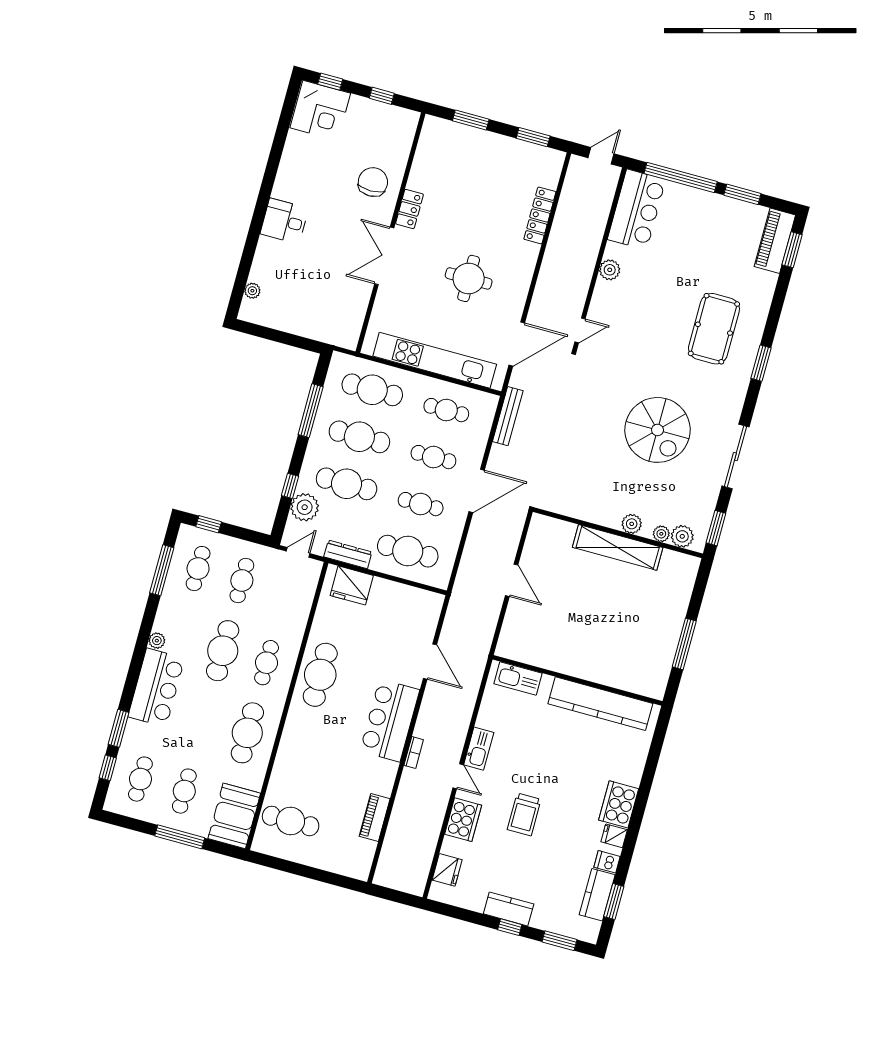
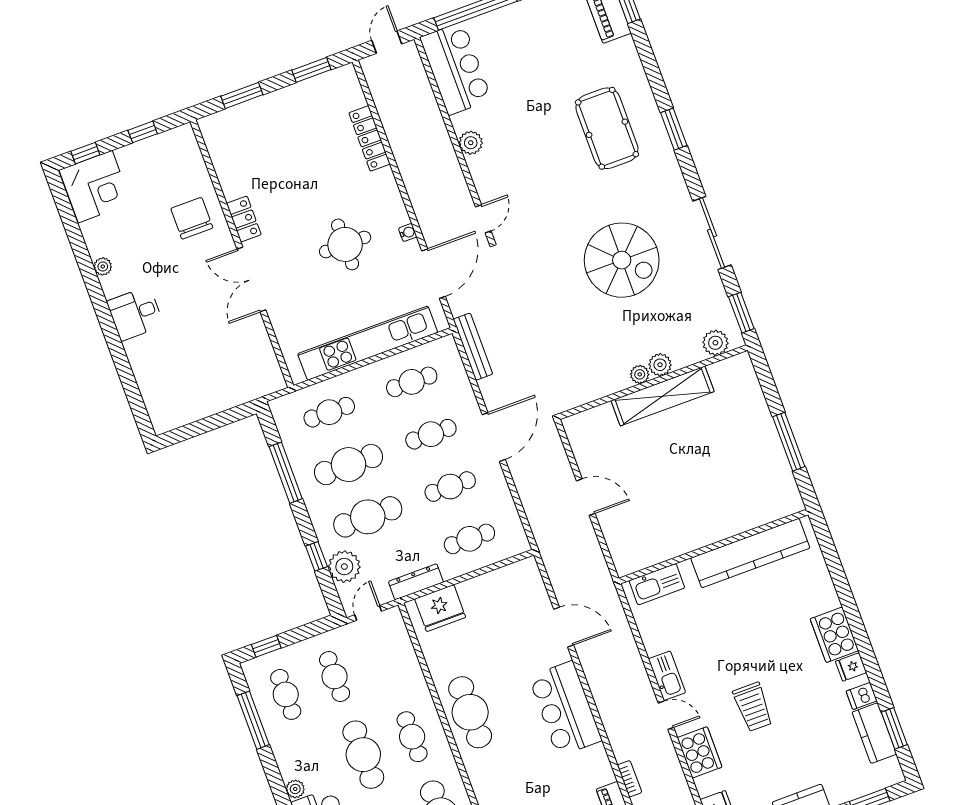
plant: (252, 291) -> (103, 266), moved
water cooler: (519, 302) -> (408, 232), added
cafe table: (372, 390) -> (329, 412), width x0.73, depth x0.74
plant: (661, 534) -> (640, 374), moved
cafe table: (408, 551) -> (469, 539), width x0.73, depth x0.74
bookcase: (414, 752) -> (630, 779), moved

